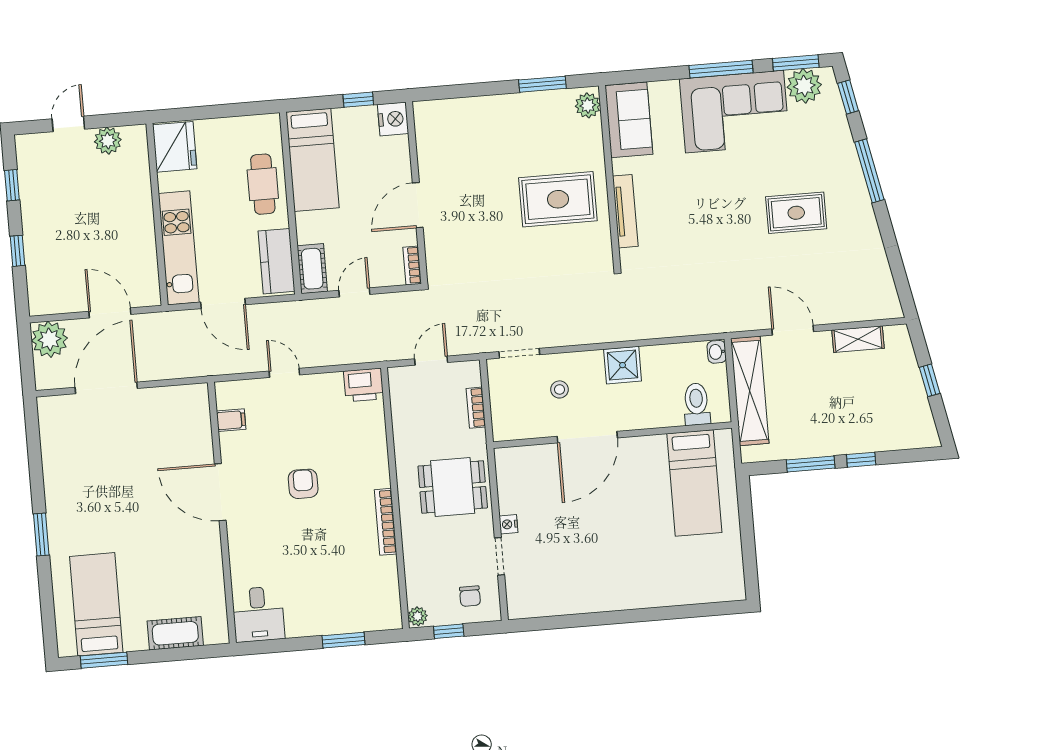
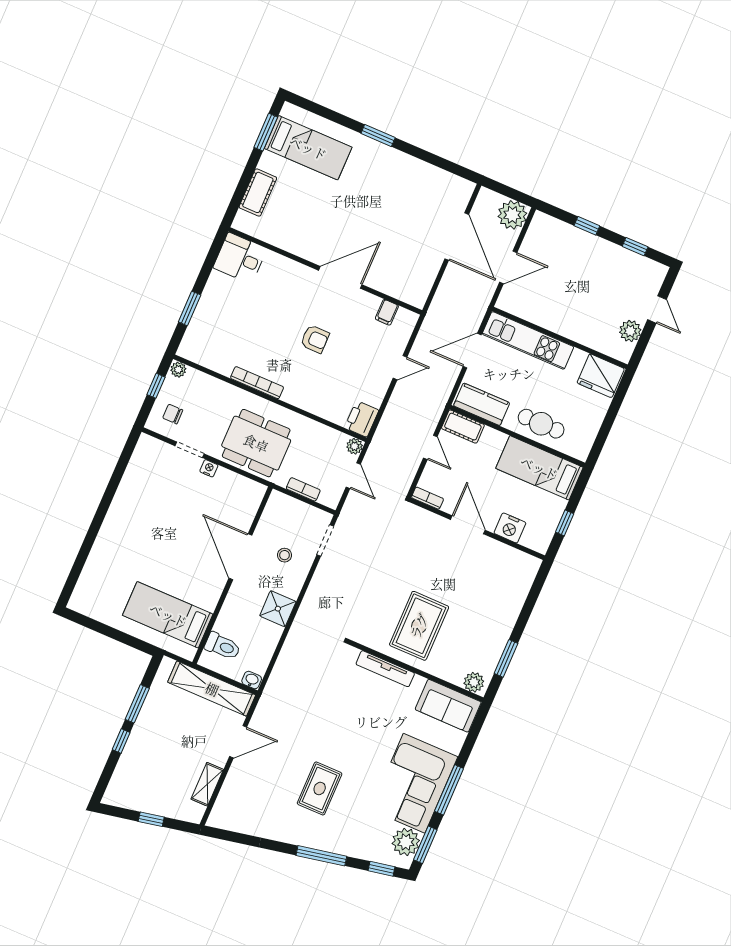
nightstand: (393, 119) -> (510, 528), moved
plant: (398, 377) -> (355, 446), added
dining table: (453, 487) -> (256, 443), width x1.38

